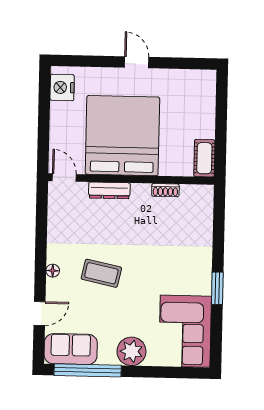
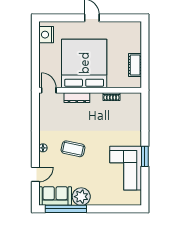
cot: (204, 158) -> (135, 65), moved
corner sofa: (185, 331) -> (126, 168), moved
plant: (131, 351) -> (81, 197), moved

